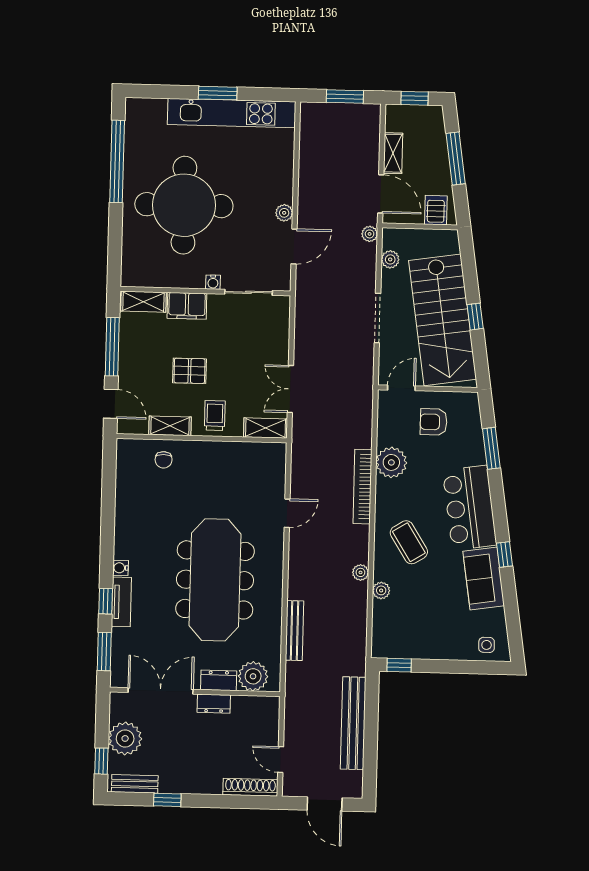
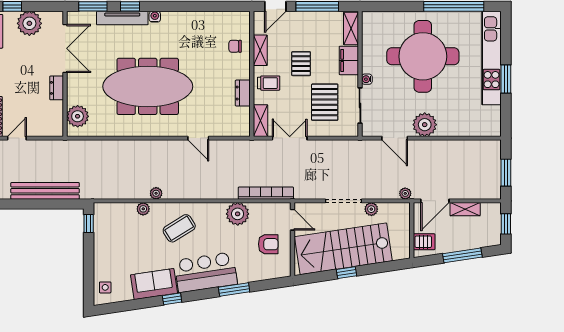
kitchen unit: (232, 113) -> (491, 58), moved
plant: (284, 213) -> (425, 125), width x1.88, depth x1.88
plant: (390, 259) -> (371, 209), moved
pallet: (243, 340) -> (325, 102), added
armchair: (434, 422) -> (268, 244), turned 90
window: (491, 448) -> (234, 290), moved
bookcase: (362, 487) -> (266, 193), moved
tv unit: (121, 602) -> (122, 18), width x1.41
bench: (295, 631) -> (112, 146), removed
dresser: (219, 680) -> (243, 93), moved, turned 180

